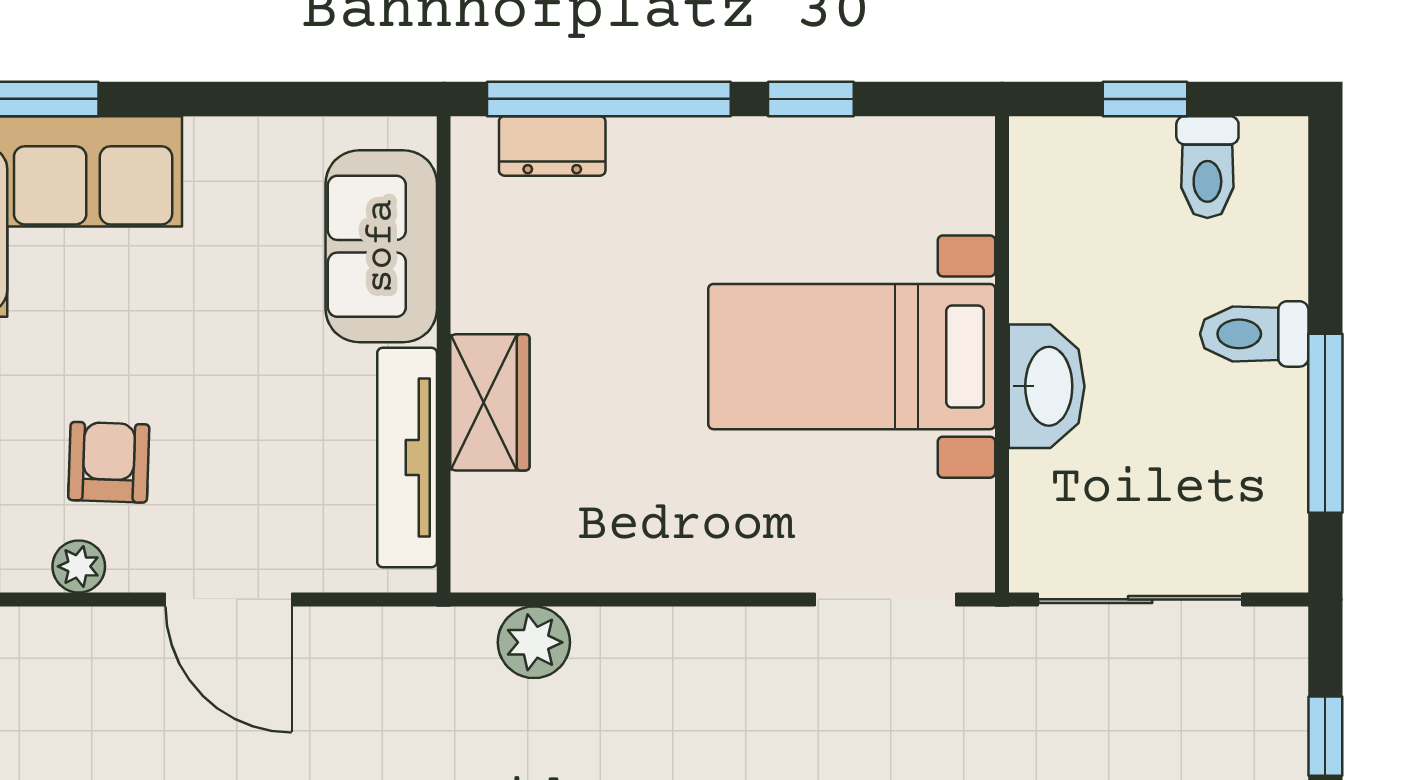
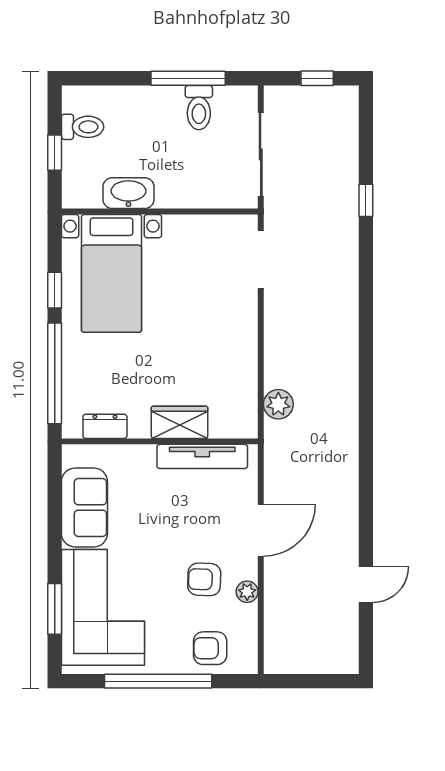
dresser: (552, 146) -> (105, 426), moved, turned -90
sofa: (381, 246) -> (84, 507), moved, turned -90
toilet: (1254, 334) -> (199, 108), moved
bed with nightstands: (852, 357) -> (112, 273), moved
washbasin: (1047, 386) -> (128, 193), moved

